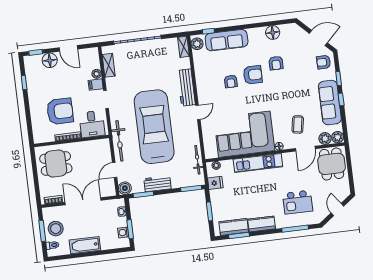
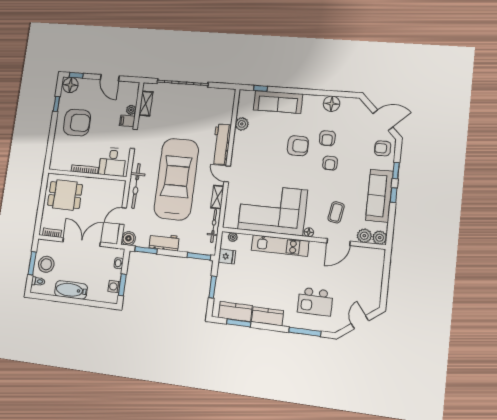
plant: (197, 44) -> (242, 124), moved
shelving: (183, 47) -> (217, 197), moved
floor lamp: (50, 60) -> (70, 85), moved
armchair: (231, 81) -> (330, 163), moved
armchair: (60, 111) -> (77, 123), moved
door: (198, 112) -> (227, 174), swing flipped
dining table: (332, 164) -> (365, 267), removed

